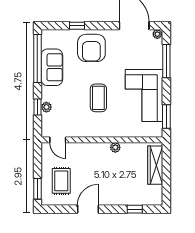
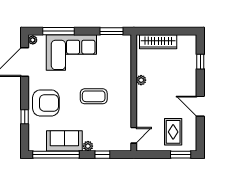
corner sofa: (144, 95) -> (71, 53), moved
plant: (46, 107) -> (88, 146), moved
rug: (61, 181) -> (173, 132), turned 90

